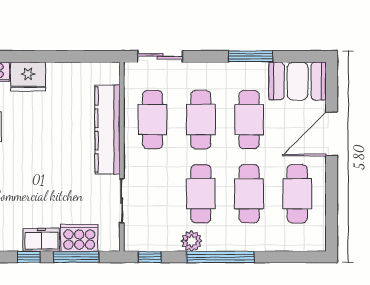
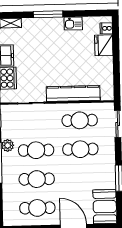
cafe table: (249, 120) -> (81, 178), removed

